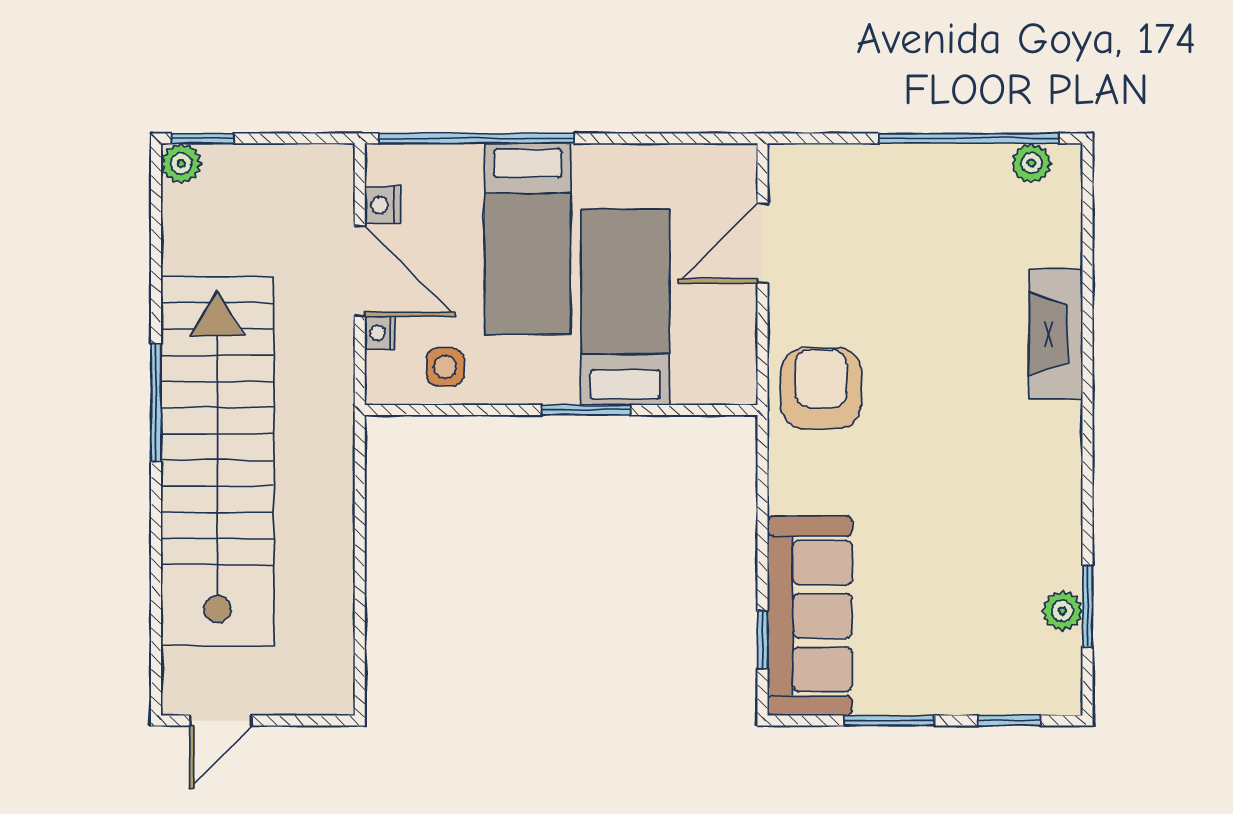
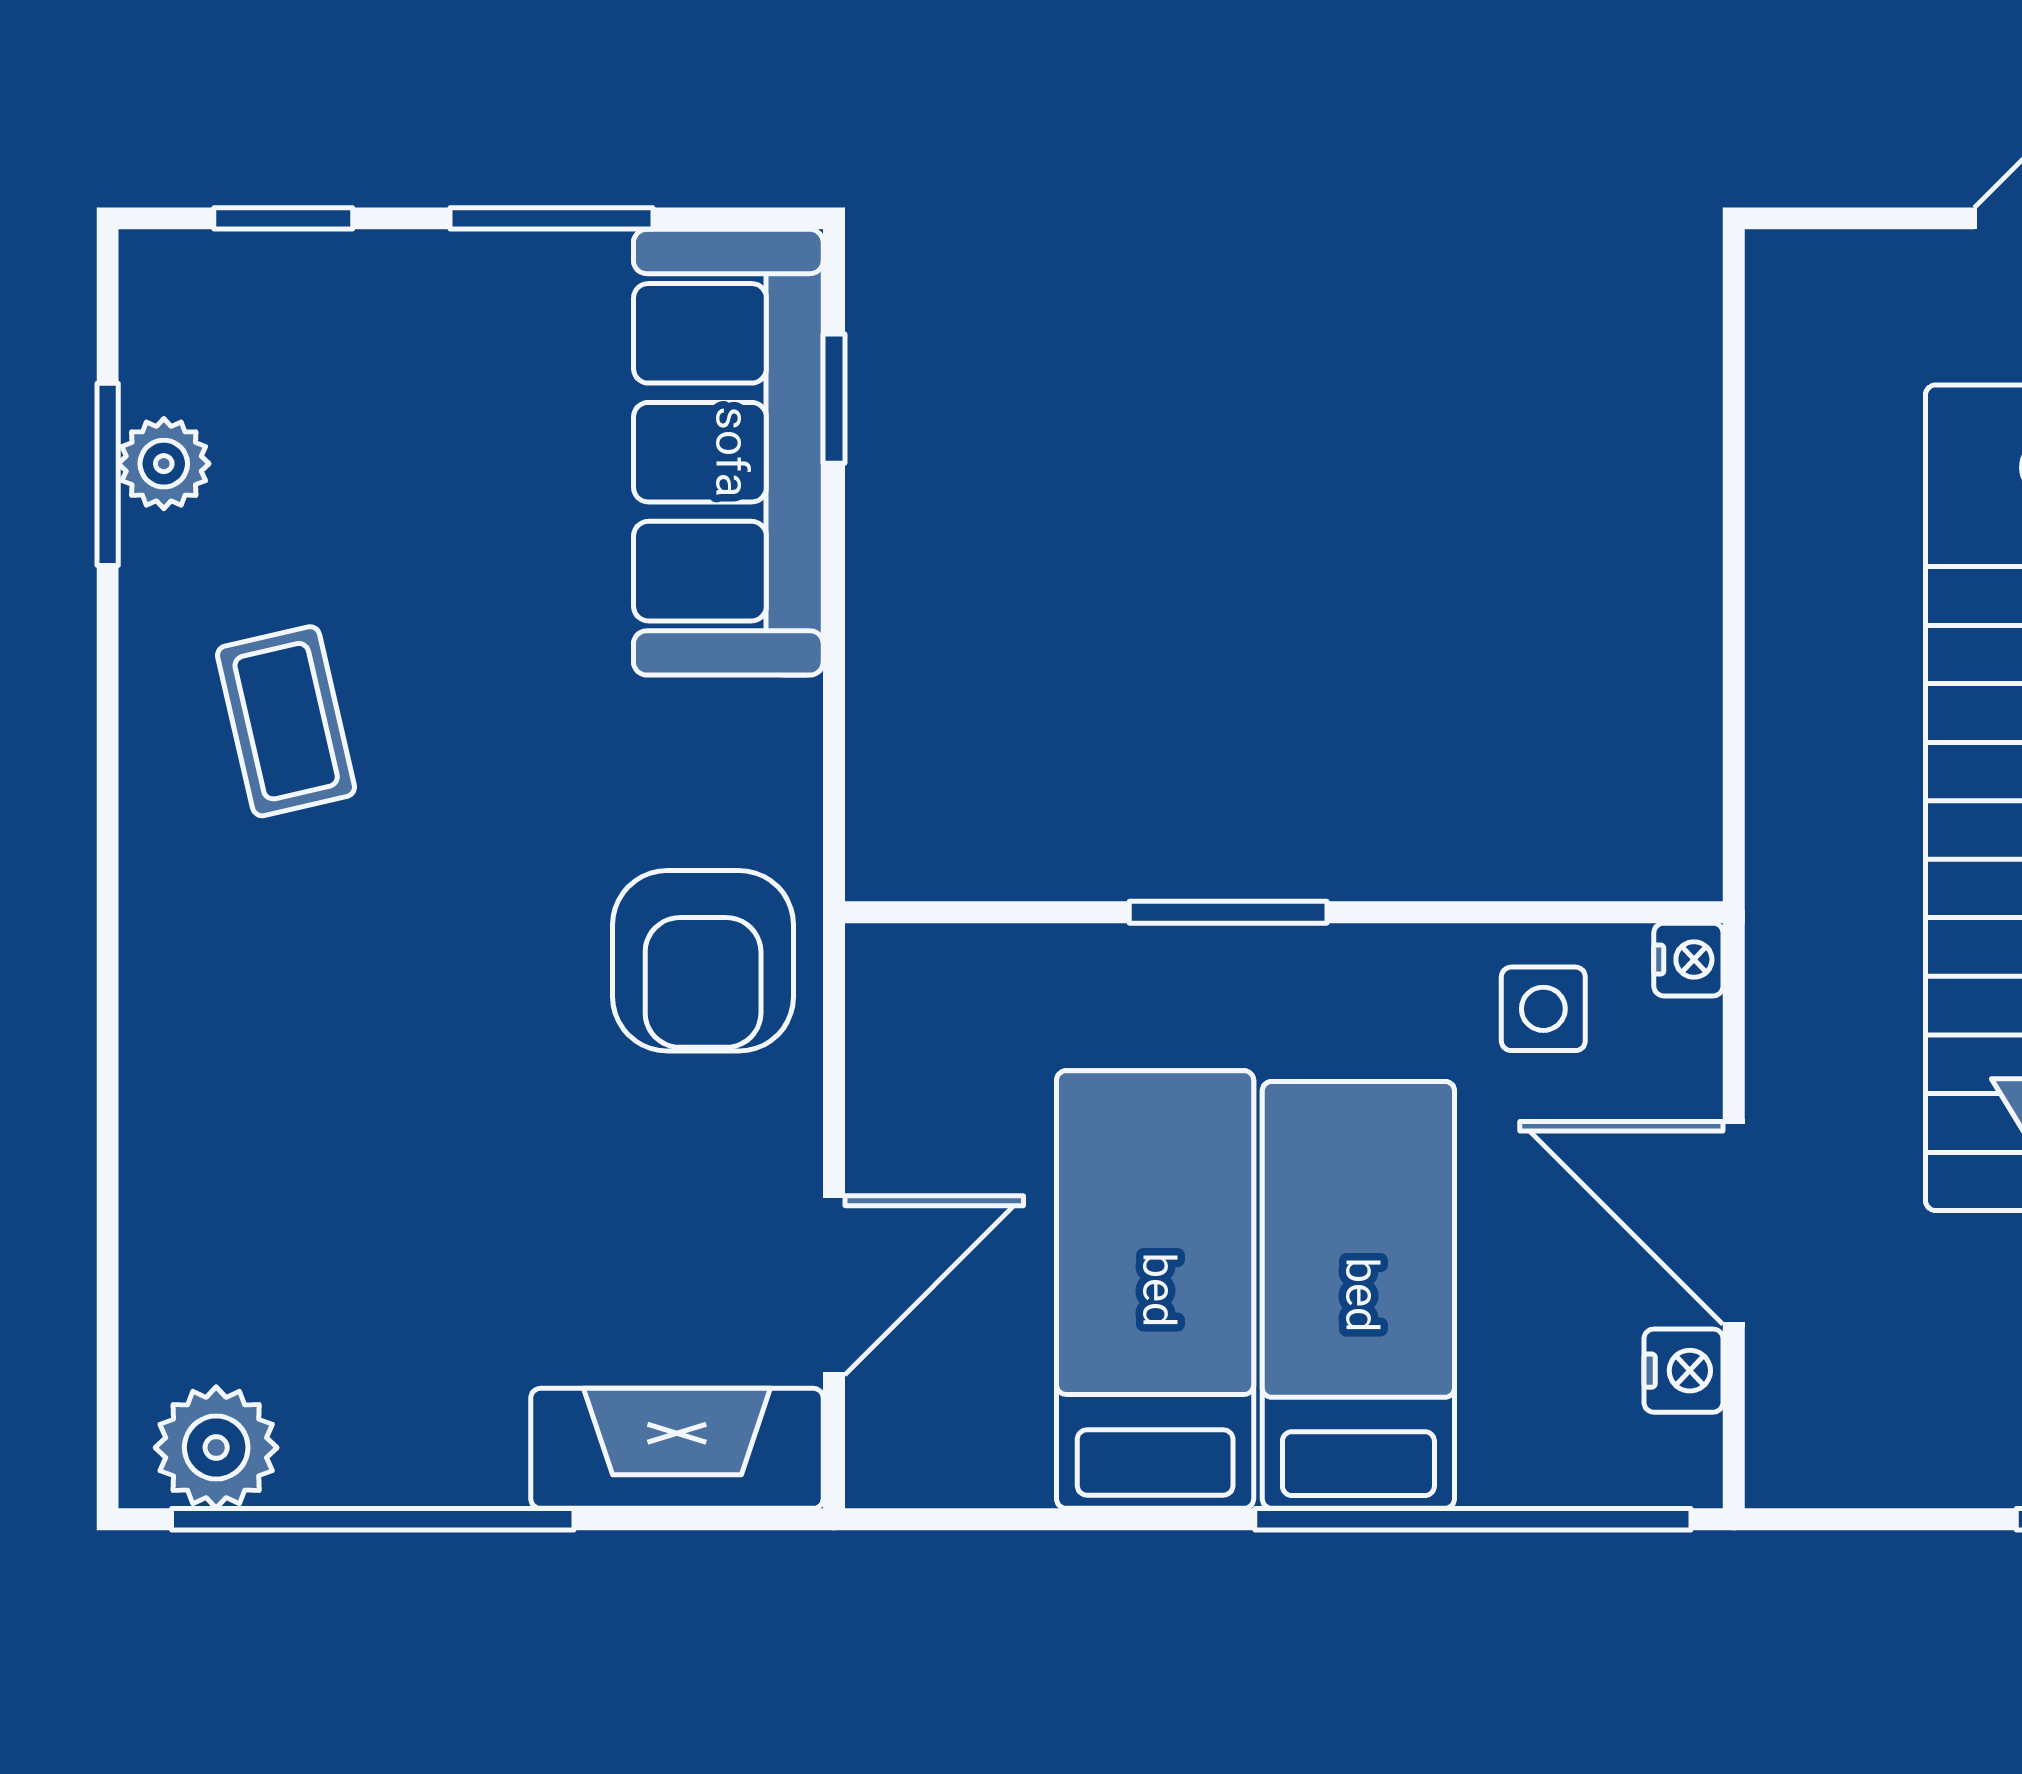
plant: (1032, 163) -> (216, 1448), width x1.38, depth x1.38
bed: (625, 307) -> (1155, 1290), moved, turned 180
nightstand: (380, 333) -> (1688, 960), moved
fireplace: (1056, 334) -> (677, 1448), moved, turned -90
coffee table: (1008, 496) -> (286, 721), added

